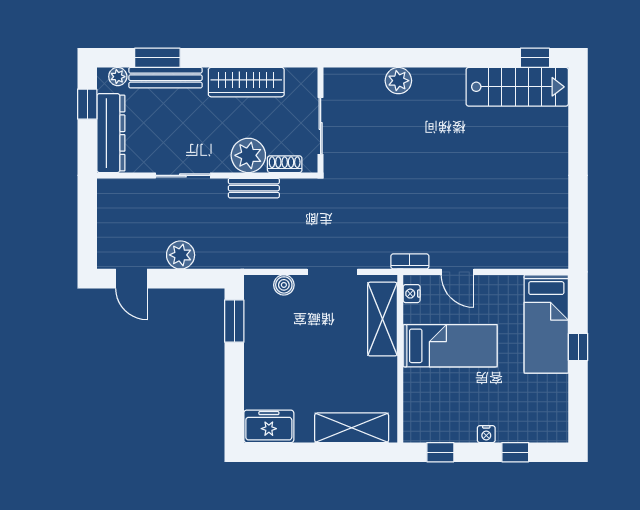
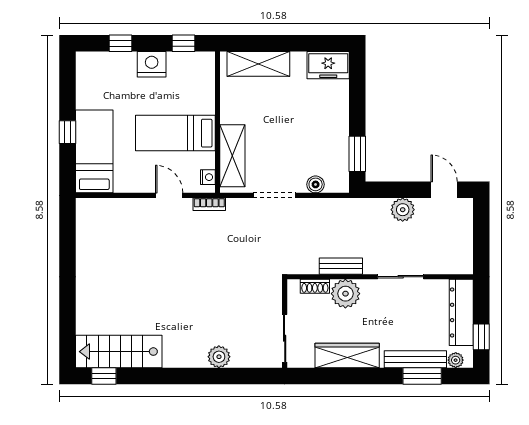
sliding door: (321, 126) -> (285, 338), moved
nightstand: (486, 434) -> (152, 64), width x1.89, depth x1.79

